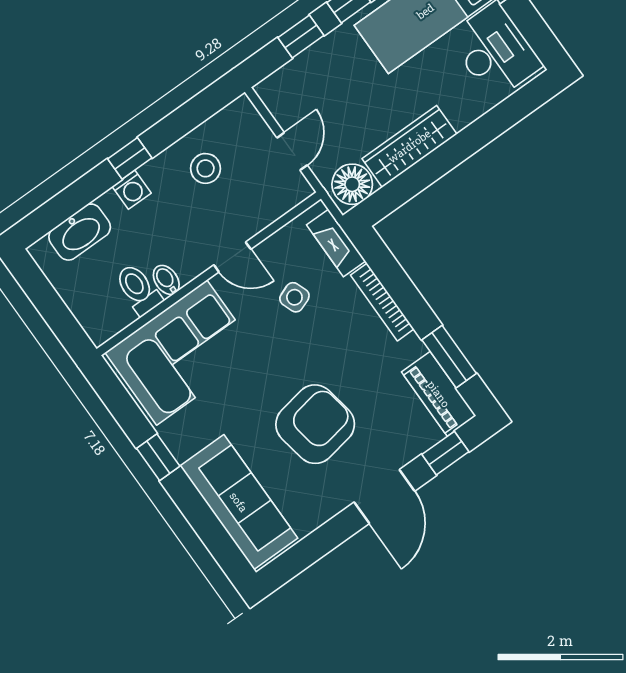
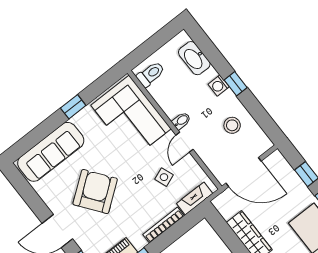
door: (292, 151) -> (244, 172), width x1.88
floor lamp: (352, 184) -> (227, 206), removed
bidet: (166, 280) -> (181, 121), moved
toilet: (138, 289) -> (151, 74), moved
armchair: (315, 424) -> (95, 192), turned -117

